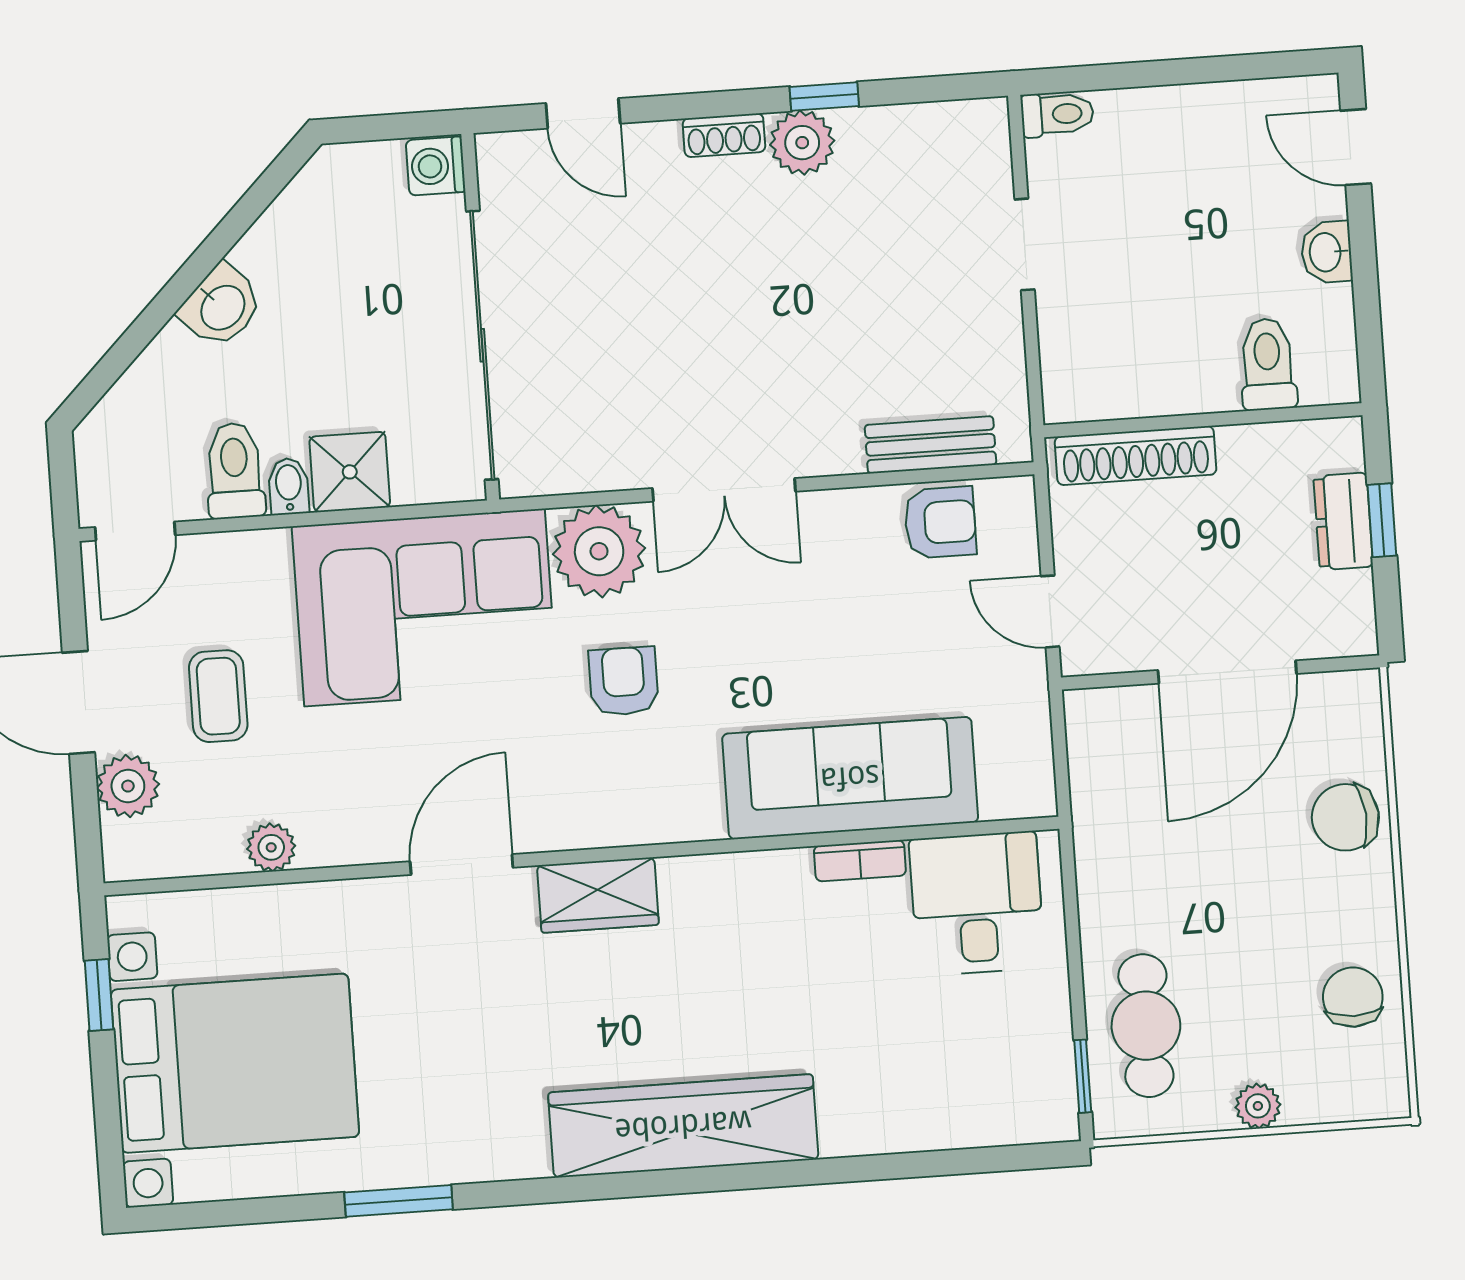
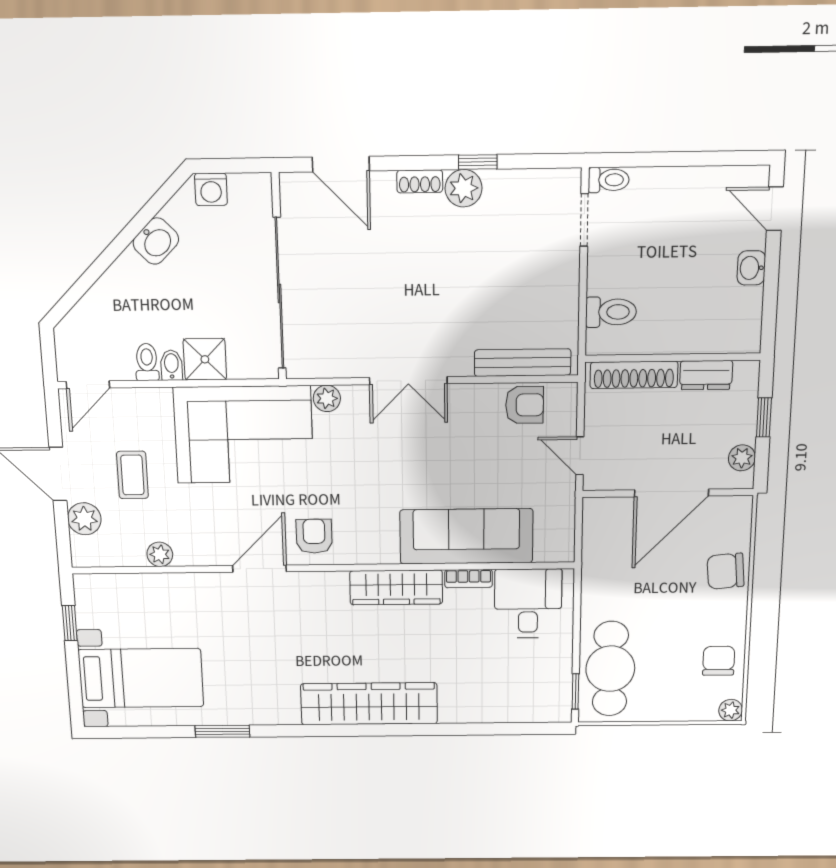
door: (583, 113) -> (341, 164), width x1.38
washing machine: (436, 166) -> (211, 189), moved, turned -90
doorway: (1025, 244) -> (584, 220), moved
washbasin: (221, 306) -> (156, 241), moved
toilet: (1268, 364) -> (611, 312), moved, turned 90
bench: (931, 445) -> (523, 363), width x1.36
toilet: (235, 471) -> (147, 362), width x0.73, depth x0.72
dresser: (1343, 521) -> (706, 375), moved, turned -90
plant: (599, 551) -> (327, 398), width x0.53, depth x0.53
plant: (1350, 598) -> (742, 458), added
armchair: (624, 681) -> (314, 536), moved
wardrobe: (598, 895) -> (396, 587), moved, width x1.50
cafe table: (1146, 1026) -> (610, 669), width x1.37, depth x1.35
bed with nightstands: (235, 1063) -> (141, 678), width x0.73
plant: (1258, 1106) -> (731, 710), moved

